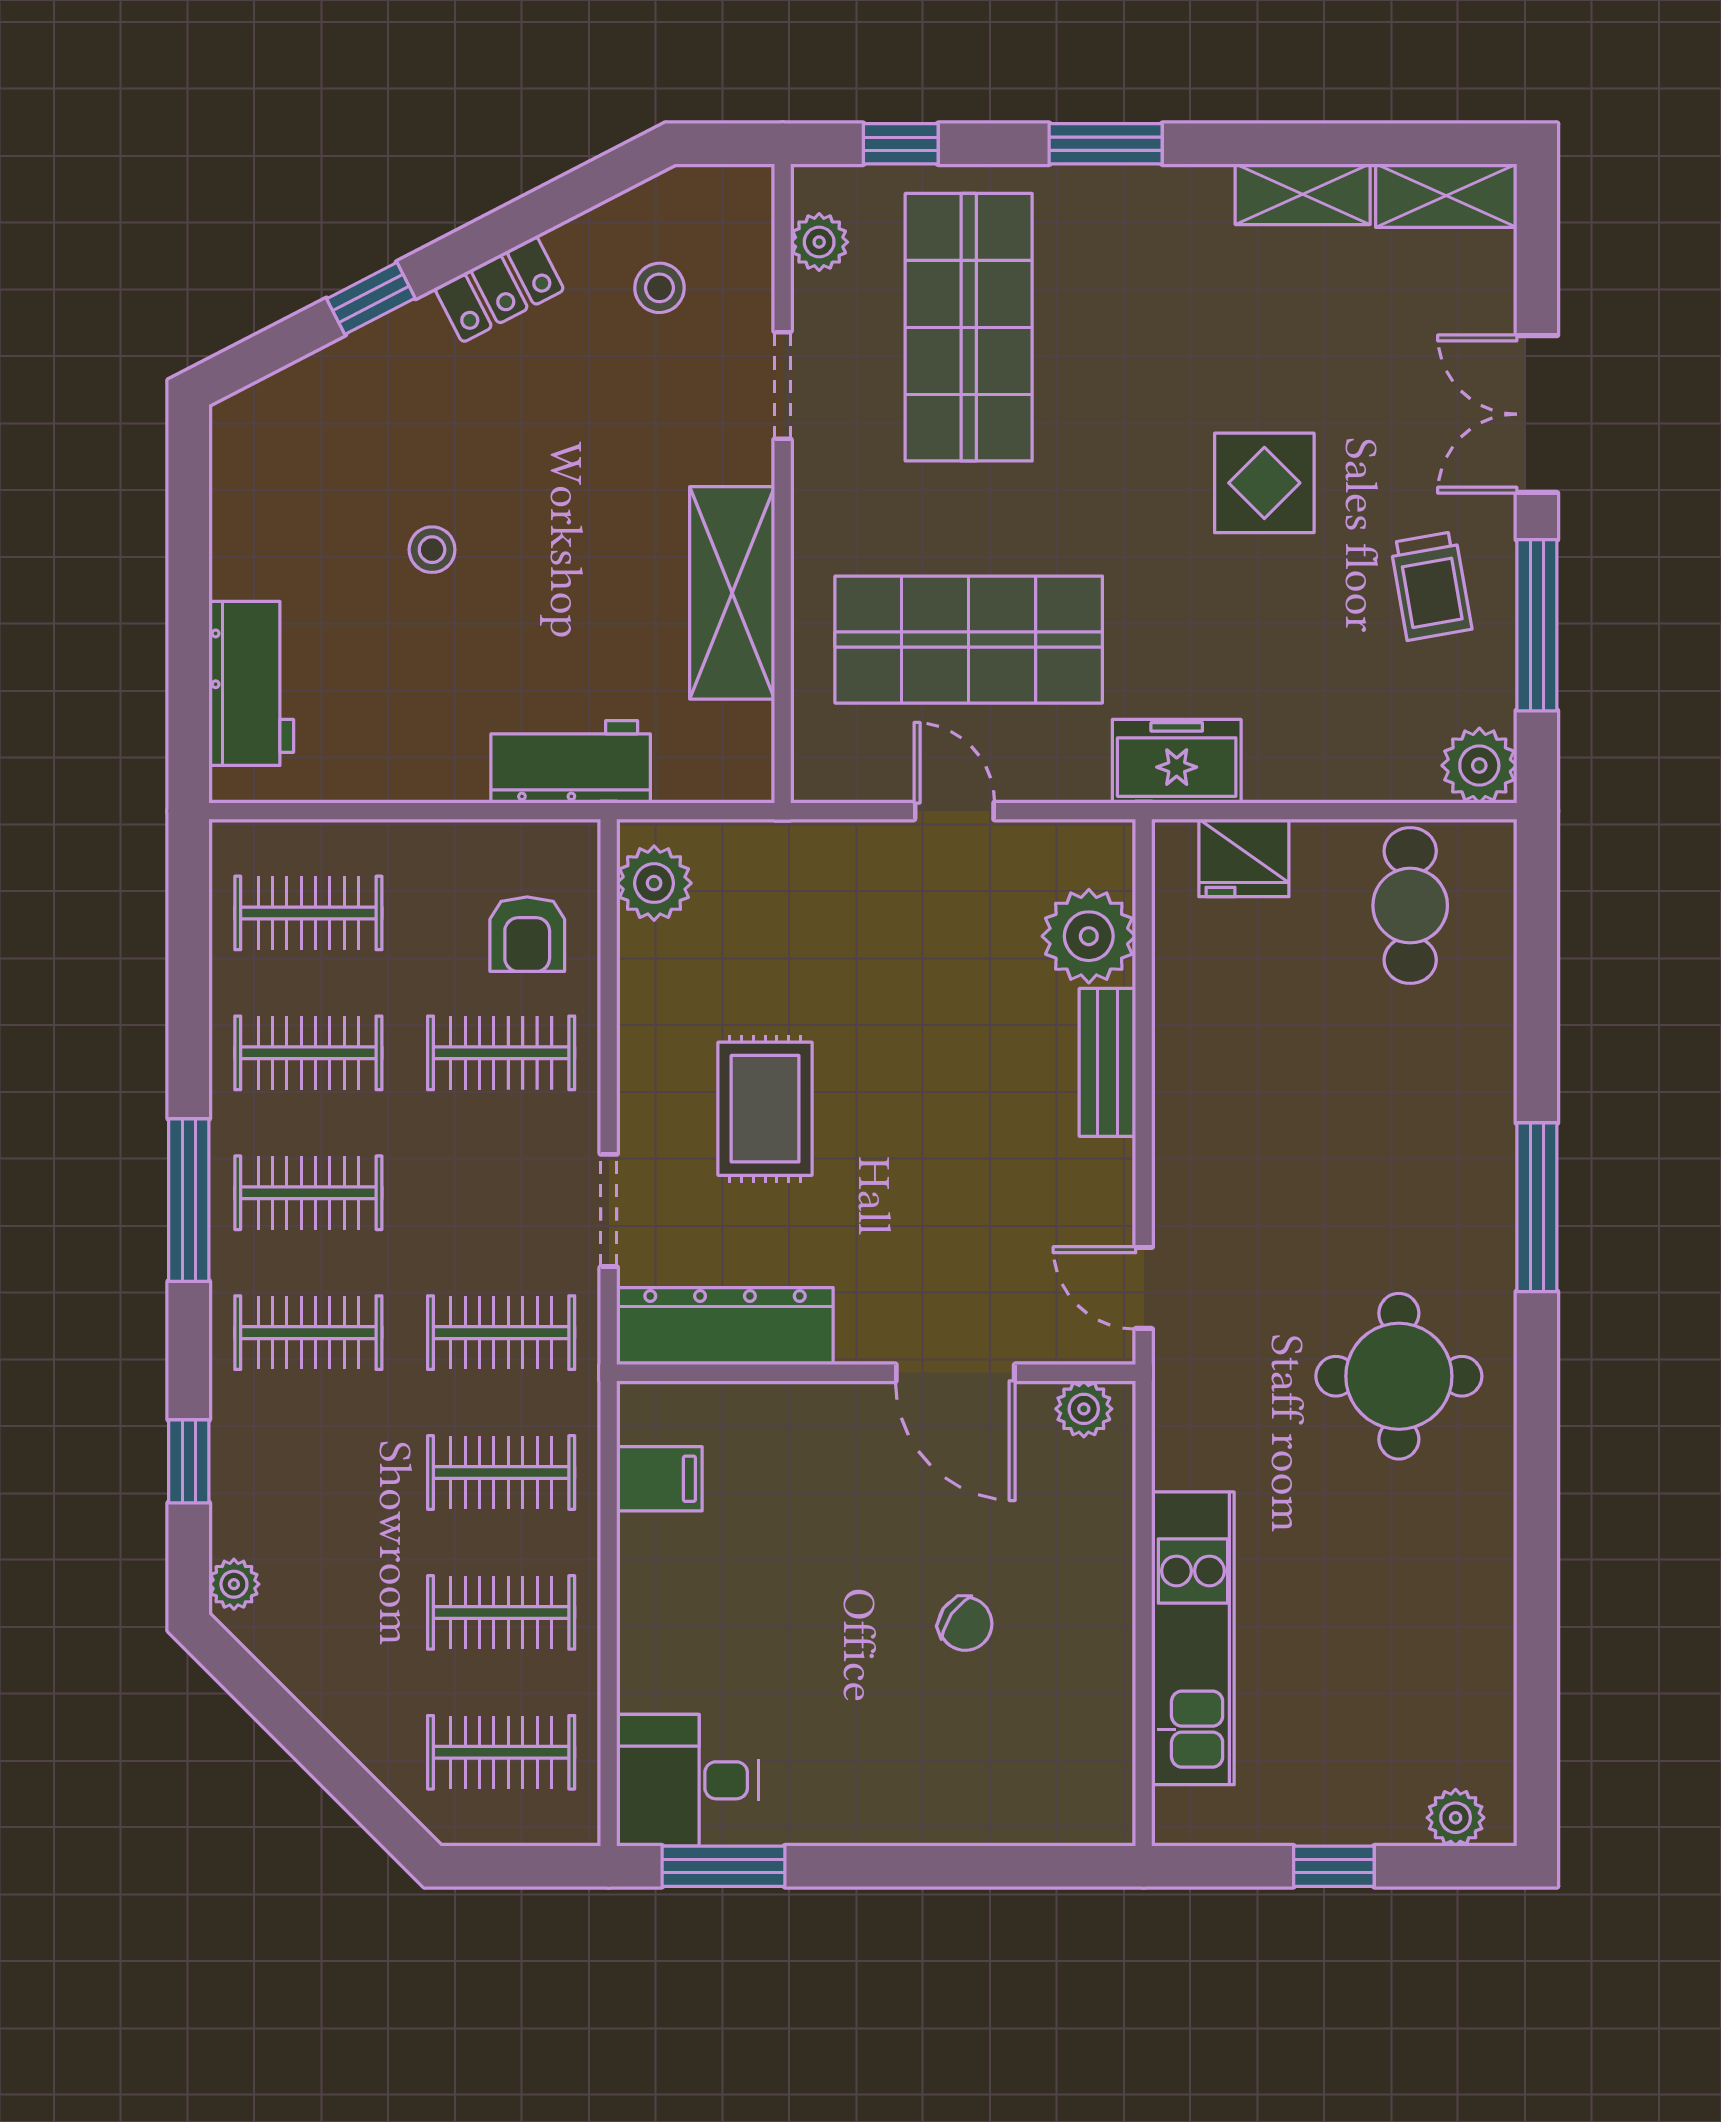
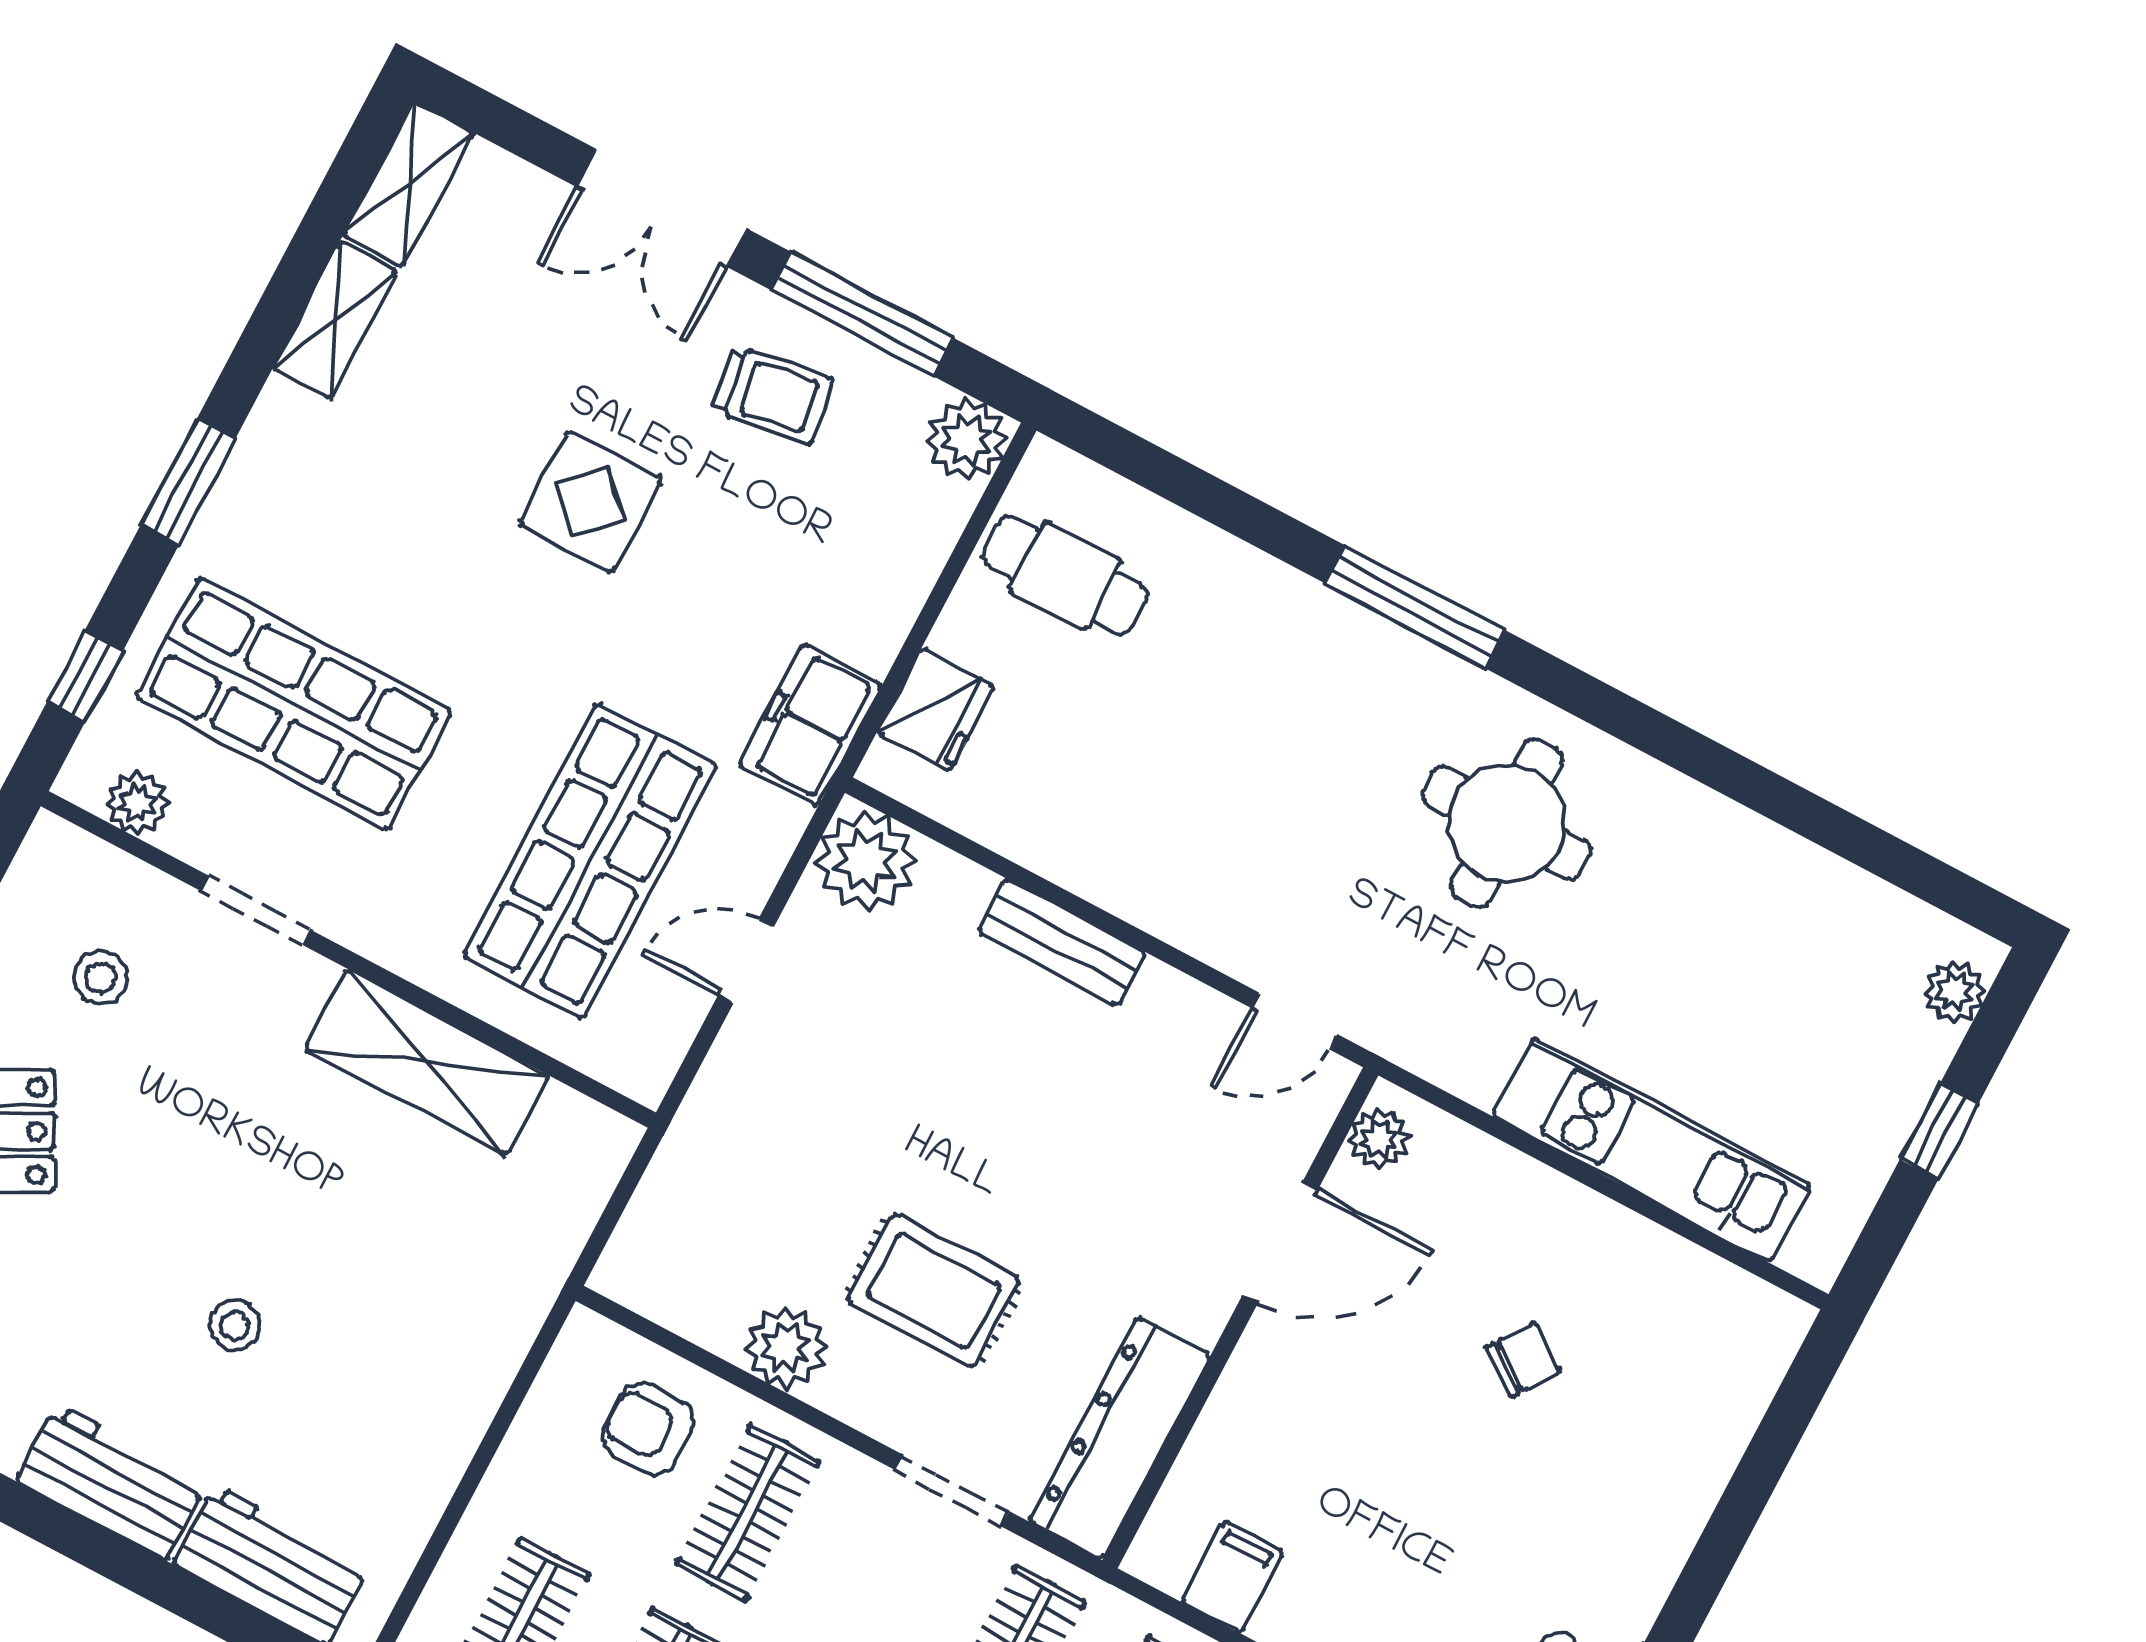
workbench: (571, 762) -> (112, 1482), moved, turned 90
plant: (654, 883) -> (786, 1347), moved
armchair: (527, 934) -> (648, 1429), turned 180
plant: (1089, 936) -> (866, 861), moved

